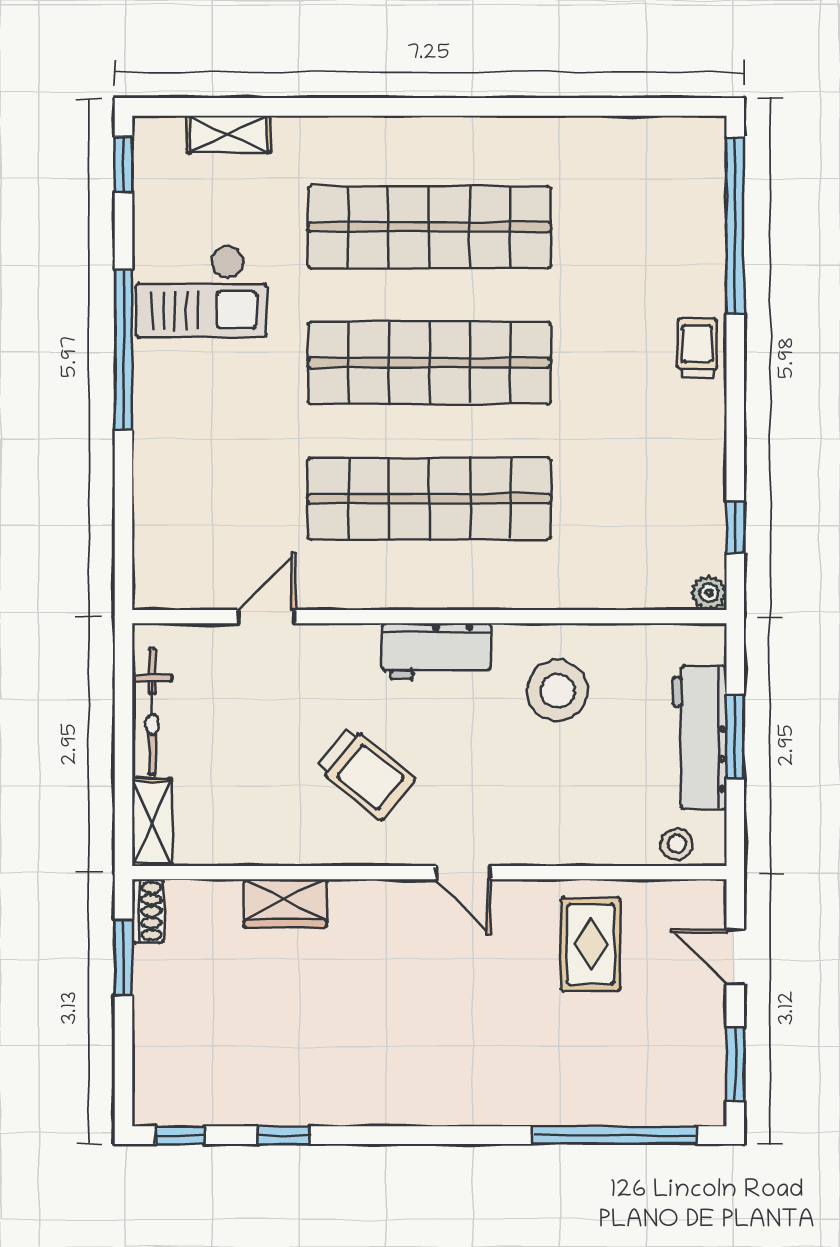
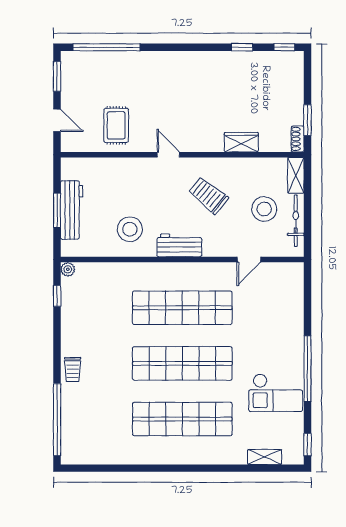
checkout: (201, 291) -> (276, 393), turned 180
stool: (677, 844) -> (264, 209), moved, width x1.89, depth x1.89

